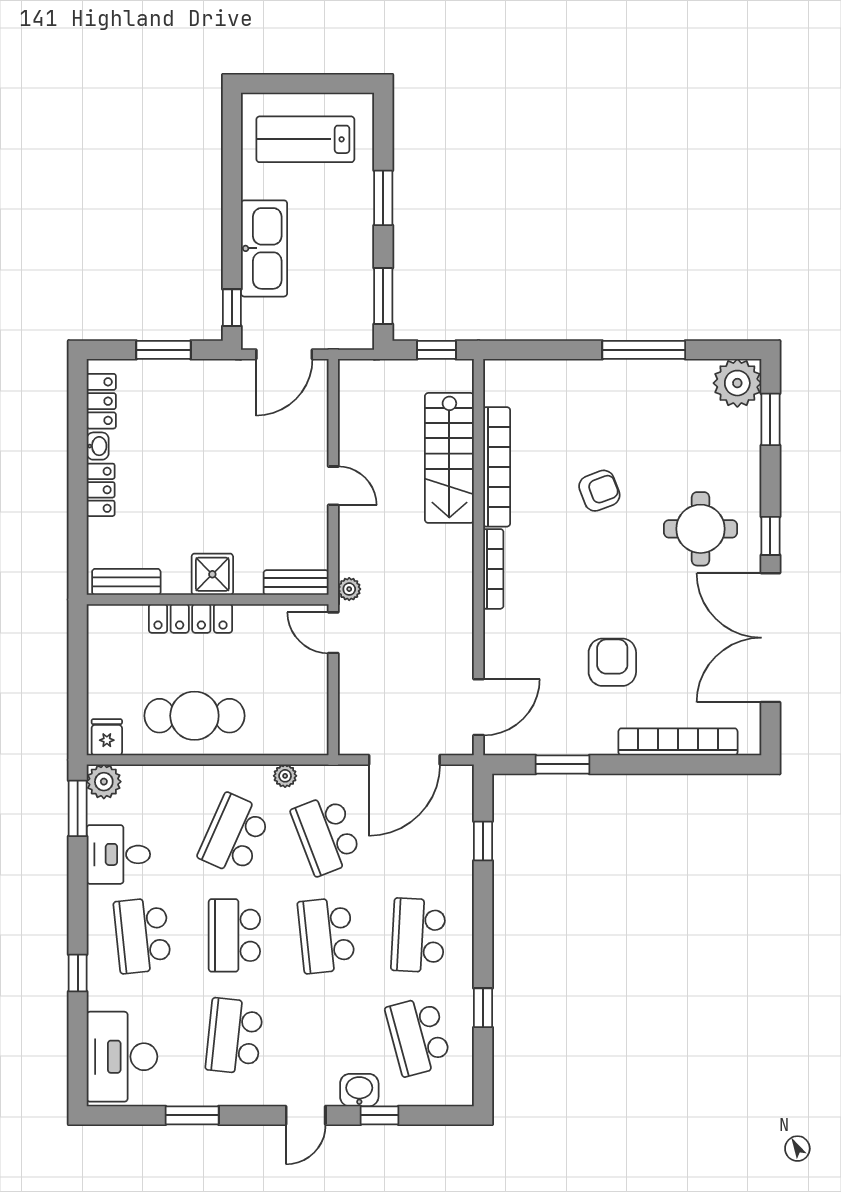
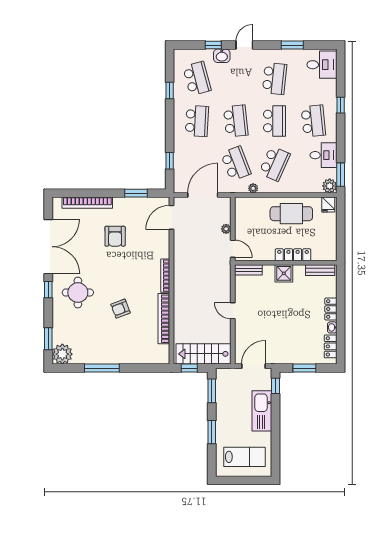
stairs: (449, 458) -> (203, 354), moved, turned -90
plant: (349, 589) -> (226, 229), moved
desk: (122, 1057) -> (322, 65), width x0.73

